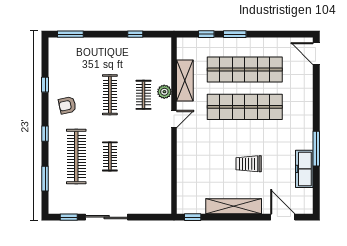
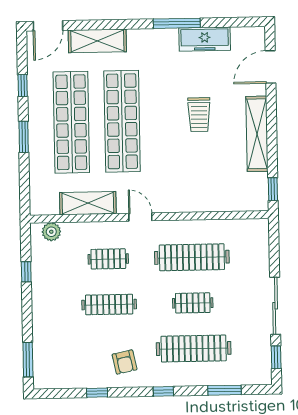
window: (206, 34) -> (23, 86), moved
shelving: (304, 90) -> (97, 41), added
plant: (164, 92) -> (51, 232), moved
clothes rail: (144, 156) -> (192, 257), added

